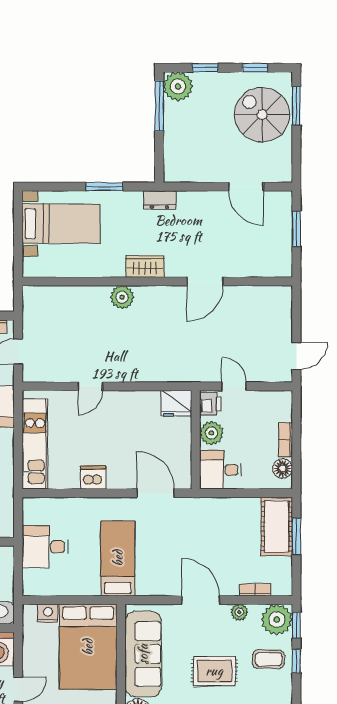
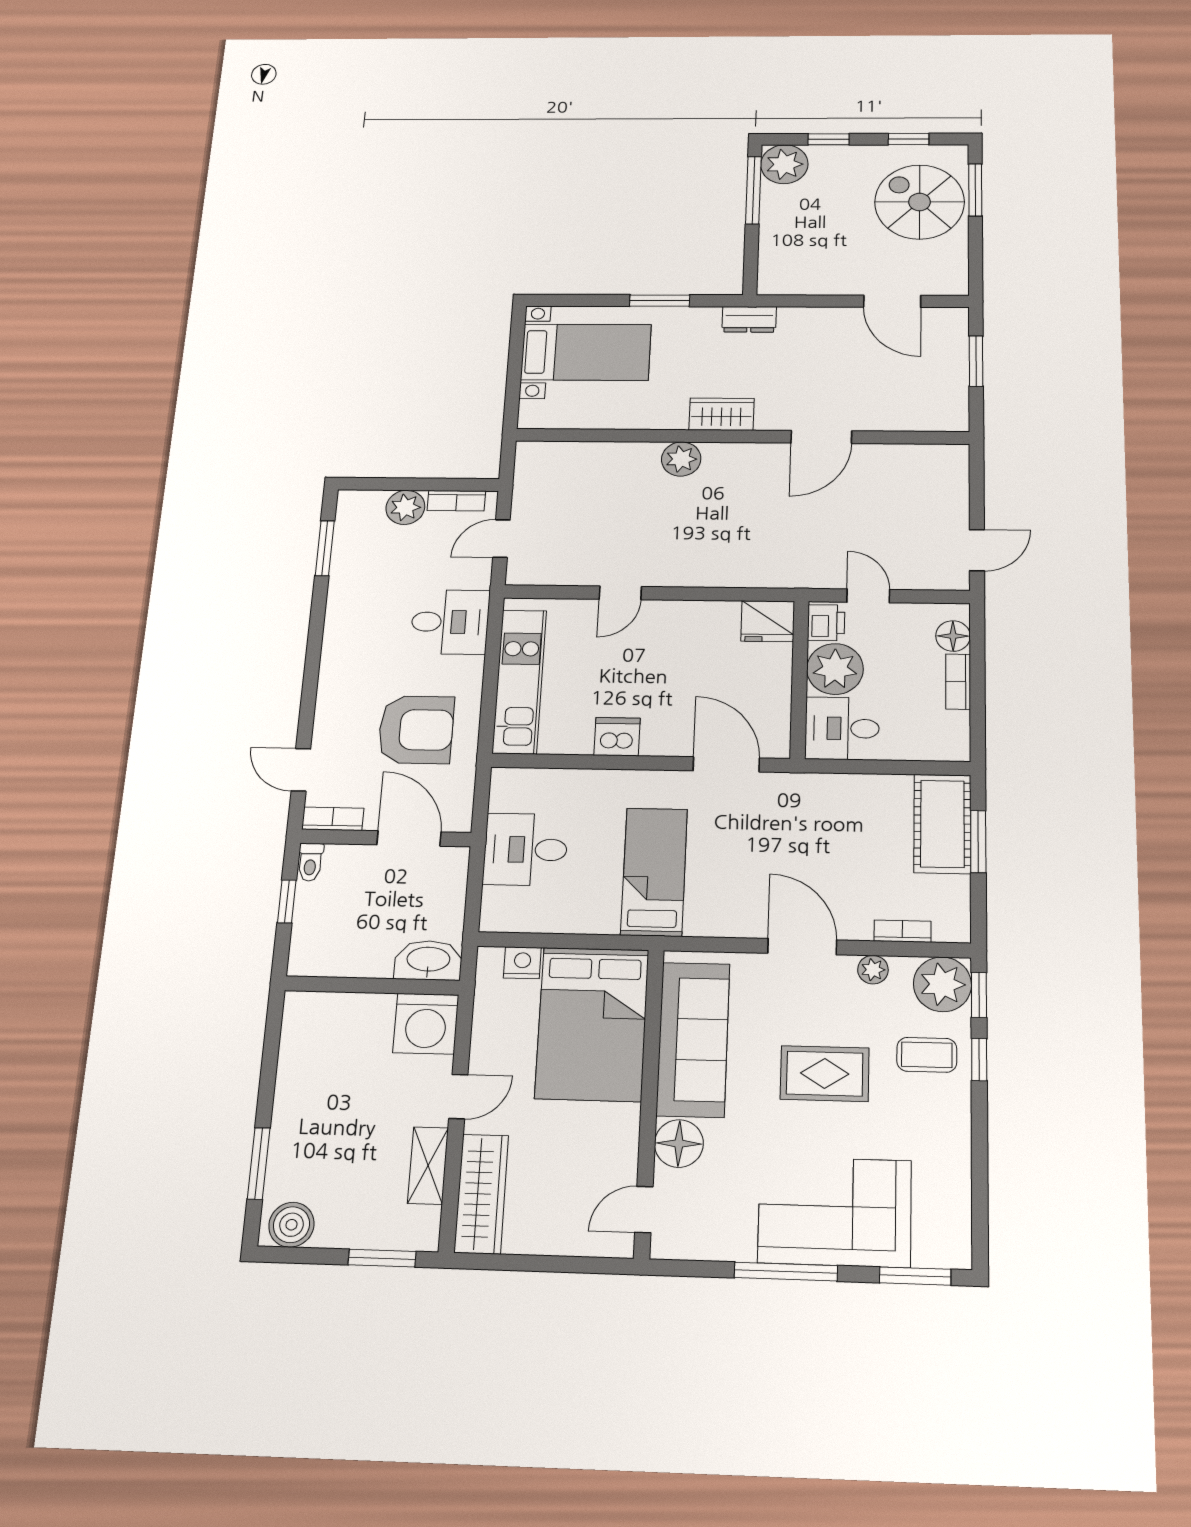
plant: (211, 433) -> (835, 669), width x1.36, depth x1.36
floor lamp: (283, 468) -> (953, 636), moved

